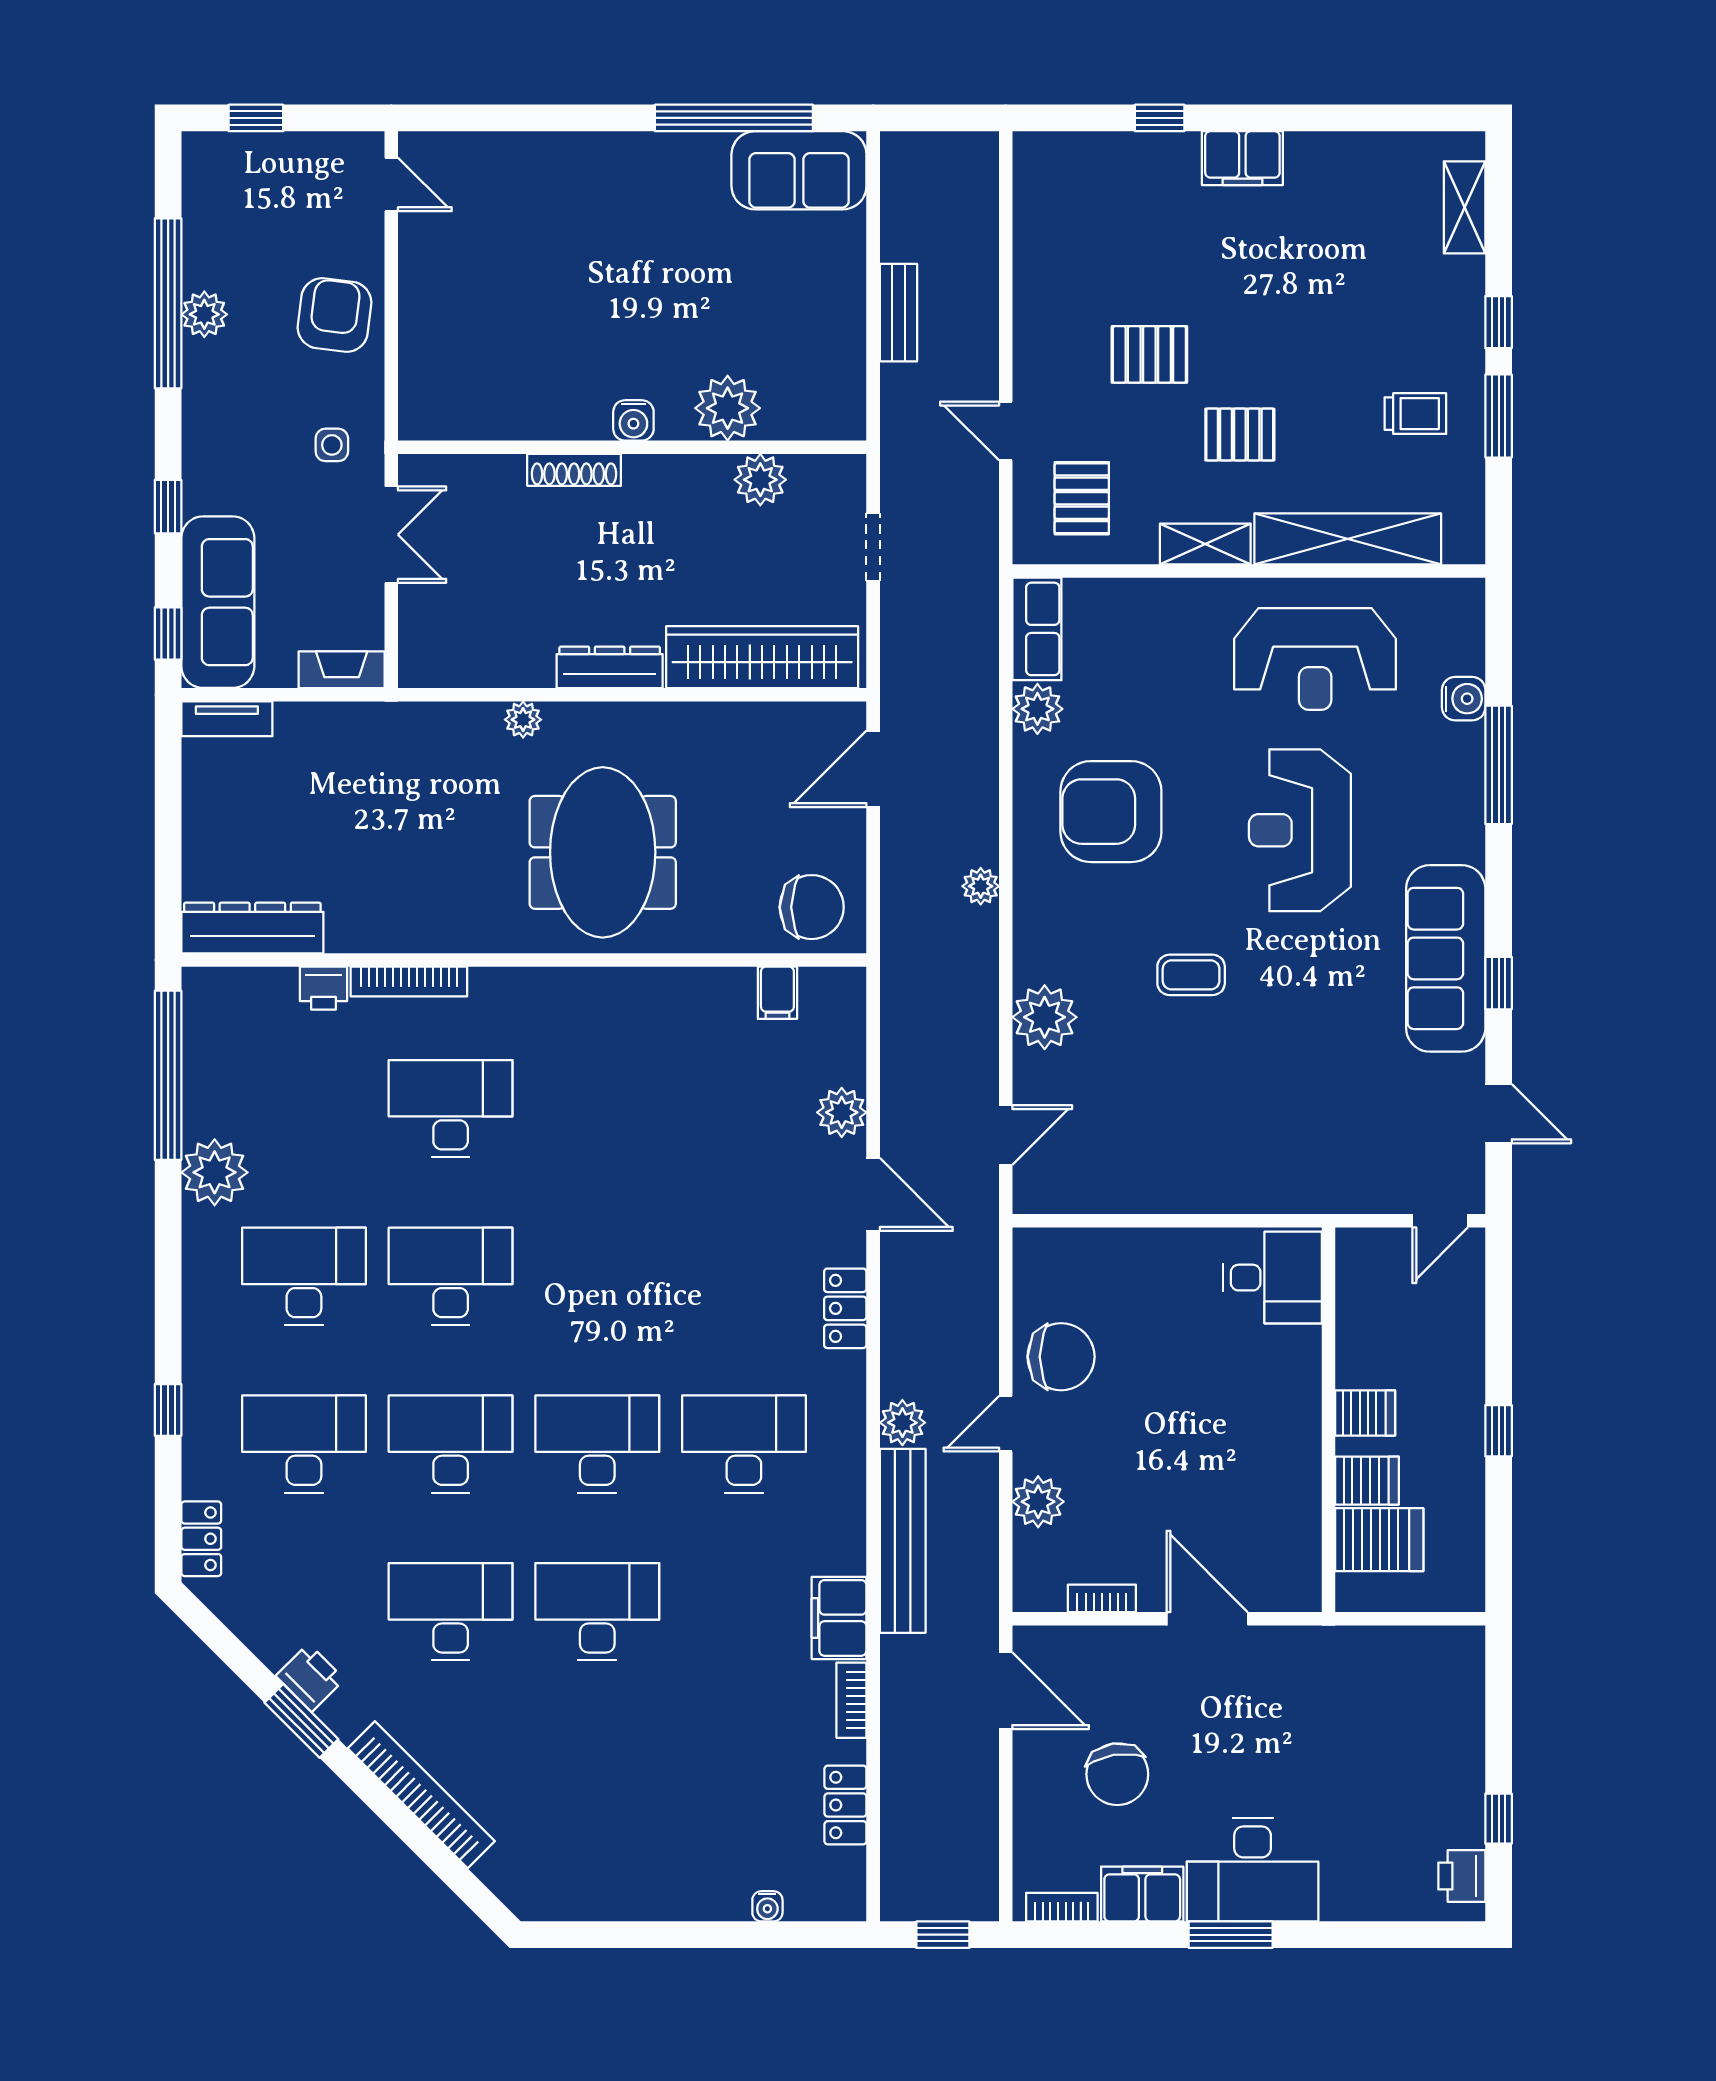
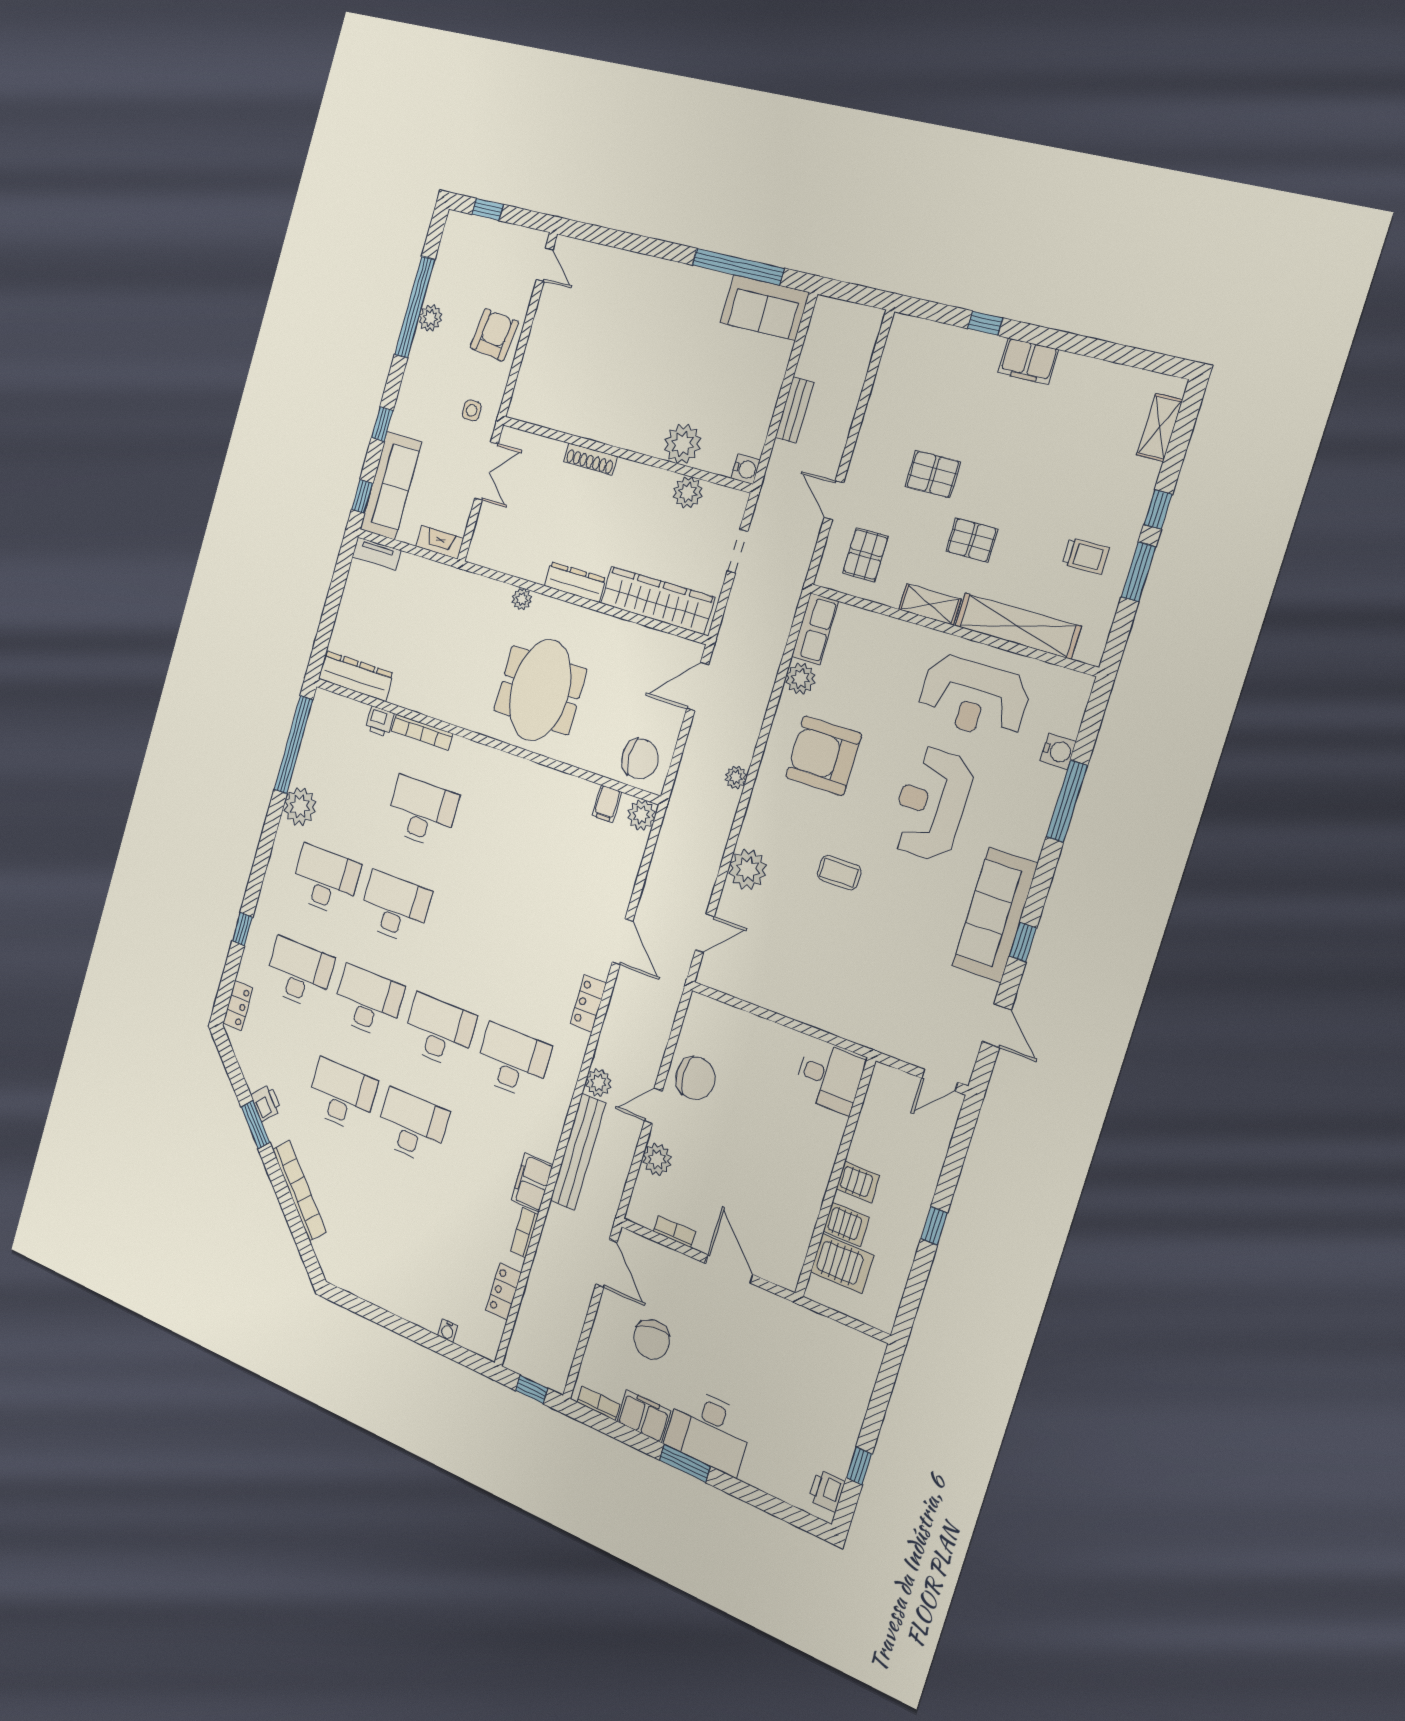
water cooler: (633, 420) -> (746, 469), moved, turned -90
plant: (842, 1112) -> (641, 815), moved

